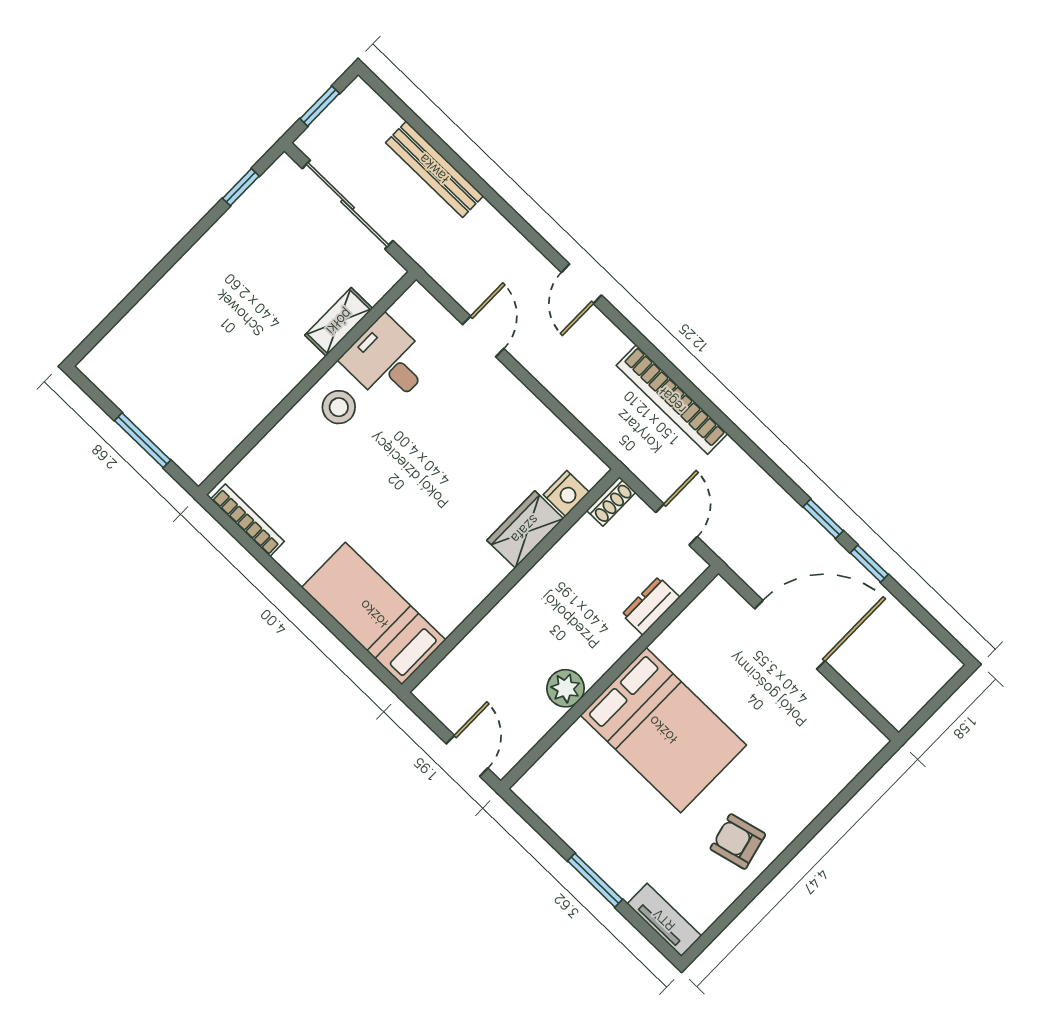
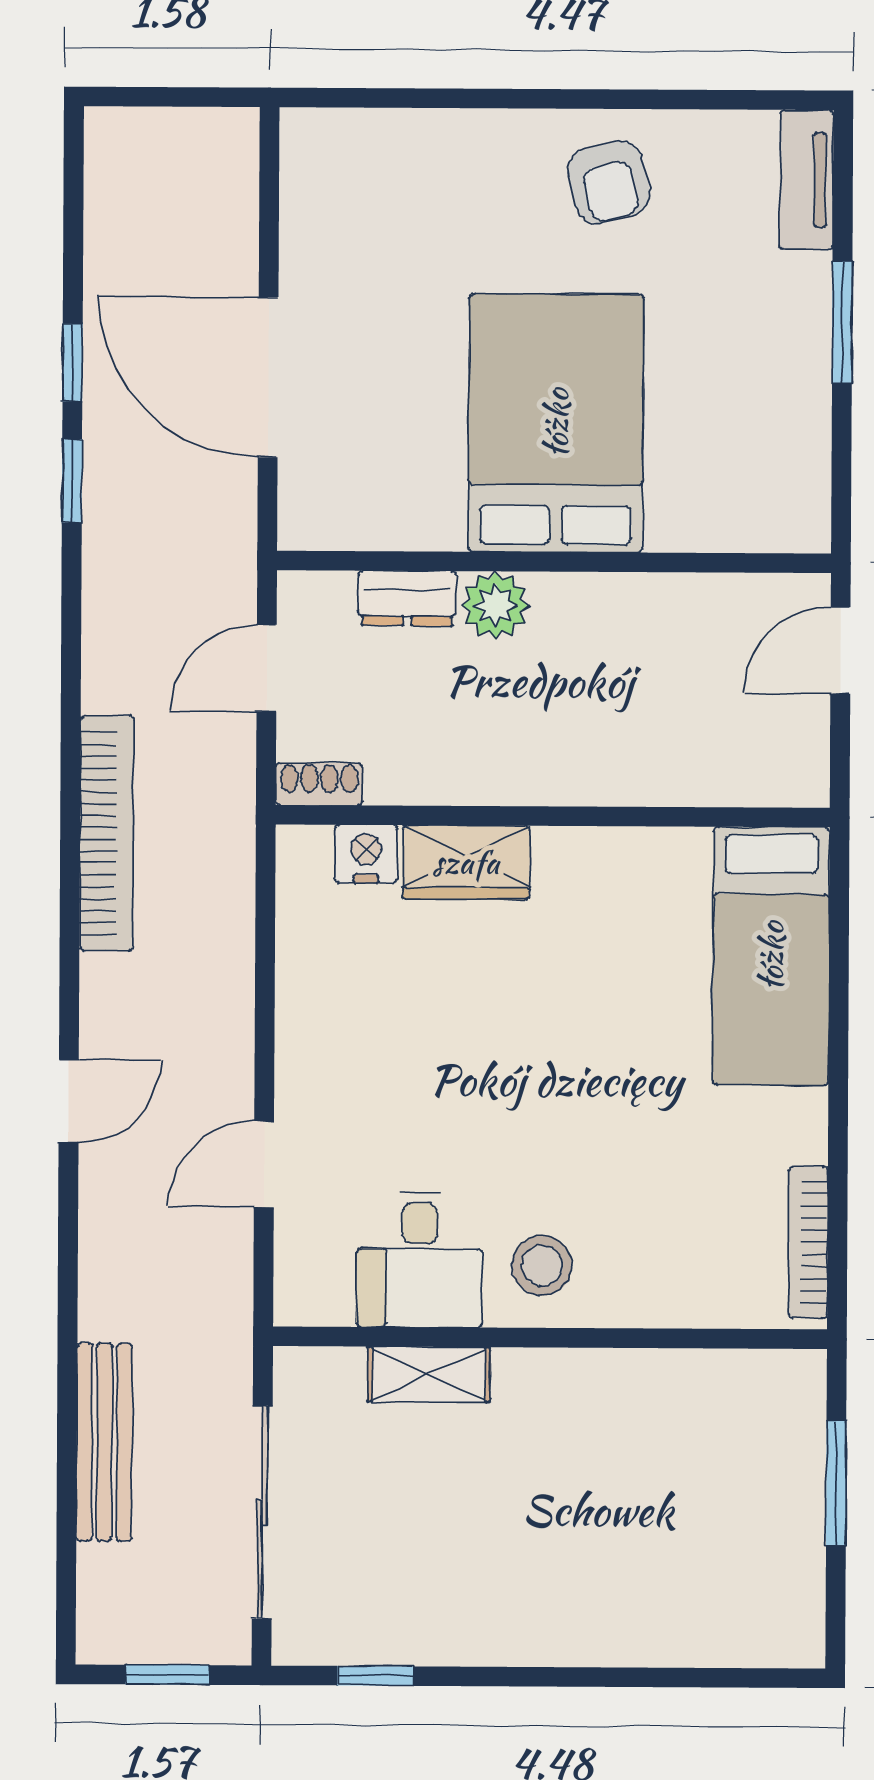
plant: (566, 688) -> (496, 606), moved

